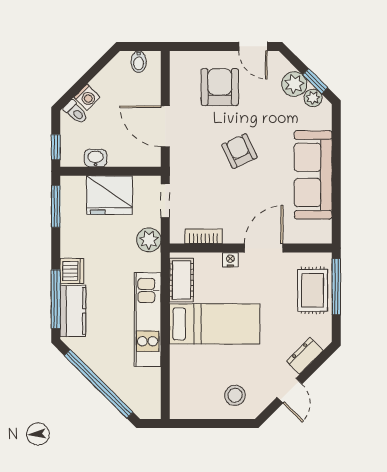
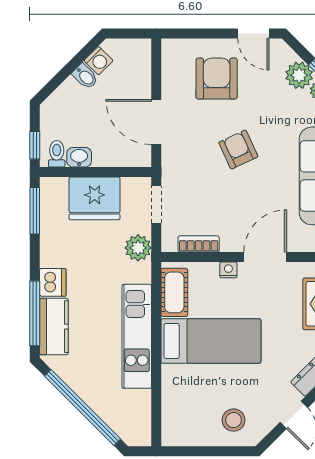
bidet: (139, 62) -> (85, 76), moved, turned -45
washing machine: (87, 97) -> (99, 61), moved
toilet: (76, 112) -> (57, 154), moved, turned -135

